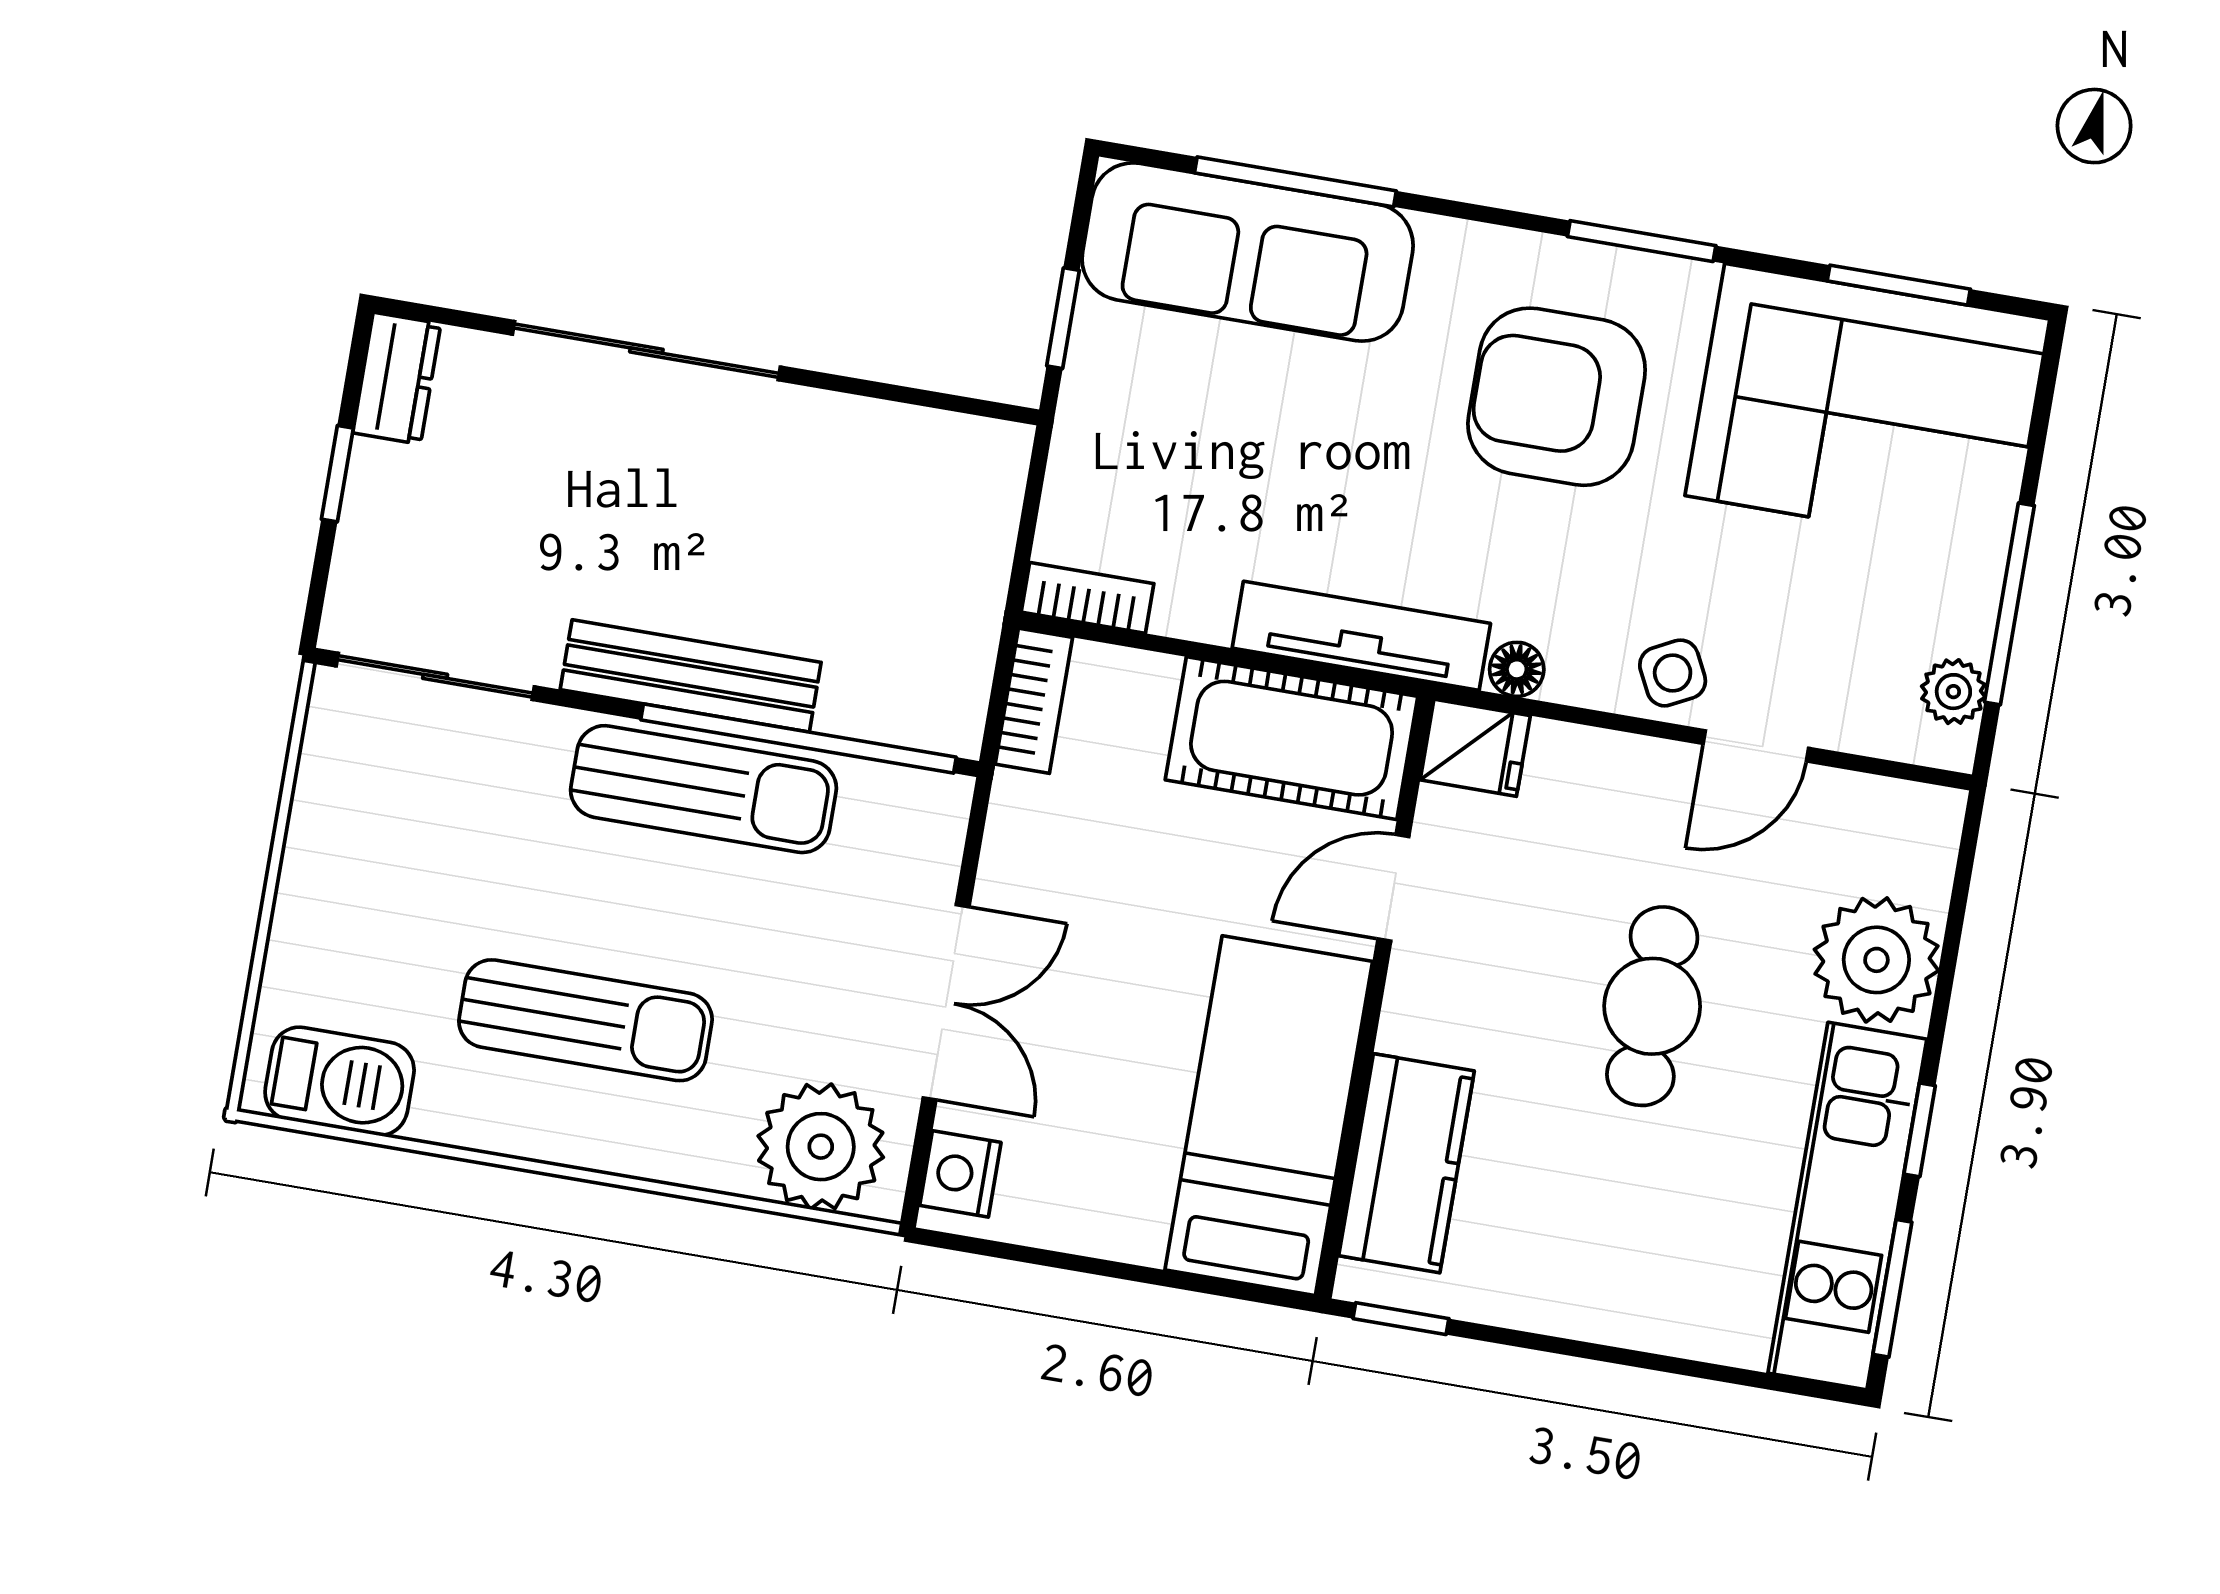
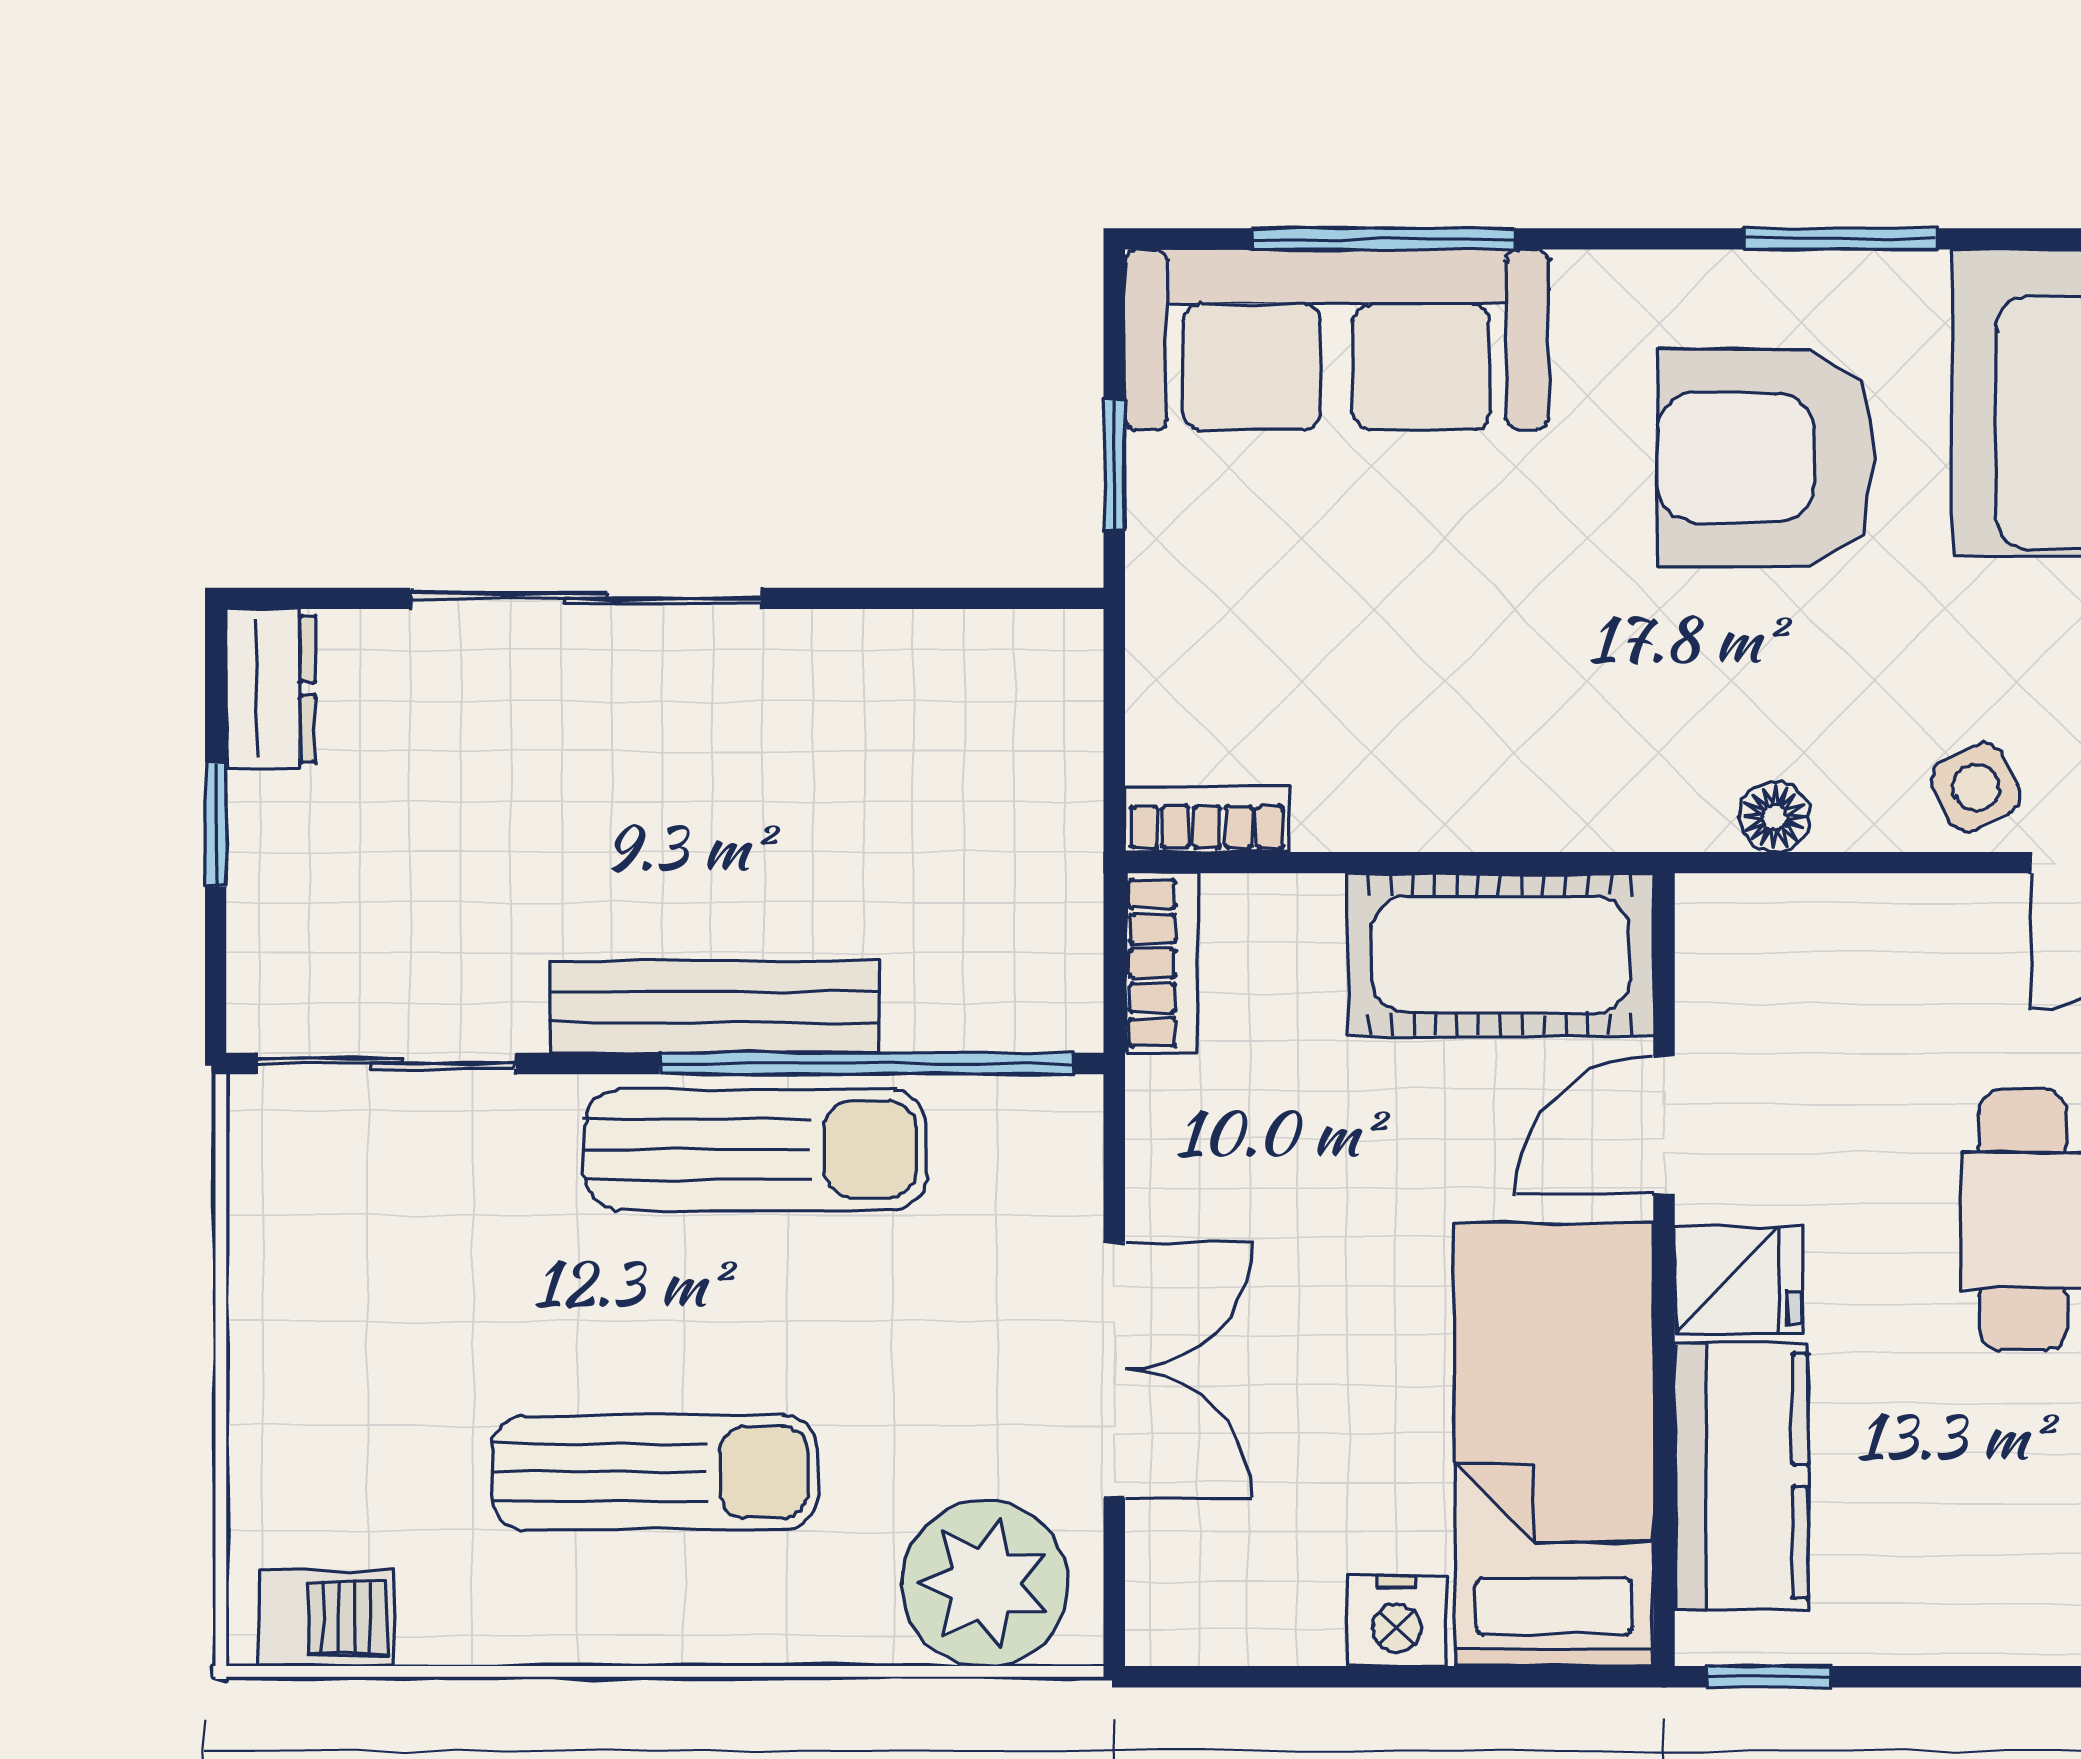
tv unit: (1361, 636) -> (1567, 808), removed
fridge: (1475, 748) -> (1738, 1280), moved
barbecue: (340, 1081) -> (326, 1618), width x0.73, depth x0.79
nightstand: (960, 1174) -> (1397, 1621), moved, turned -90

